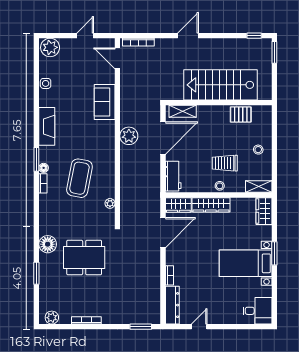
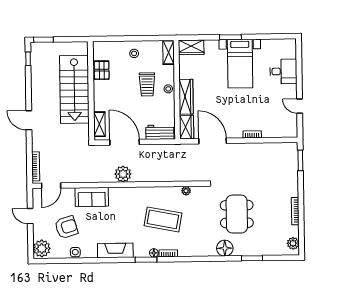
armchair: (73, 74) -> (66, 227), added
dresser: (172, 305) -> (280, 131), removed
desk: (257, 311) -> (283, 71), moved, turned 90

